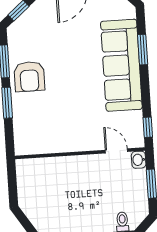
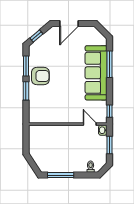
window: (143, 50) -> (109, 64), width x1.44
armchair: (29, 77) -> (40, 76), turned -90

